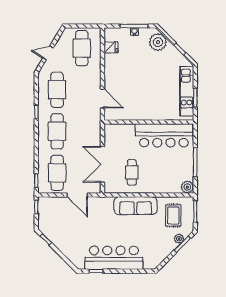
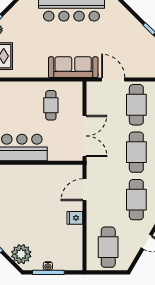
fridge: (111, 47) -> (75, 218), moved
door: (103, 98) -> (84, 190), hinge flipped
double door: (103, 164) -> (84, 136), moved
sofa: (136, 206) -> (73, 67), moved

